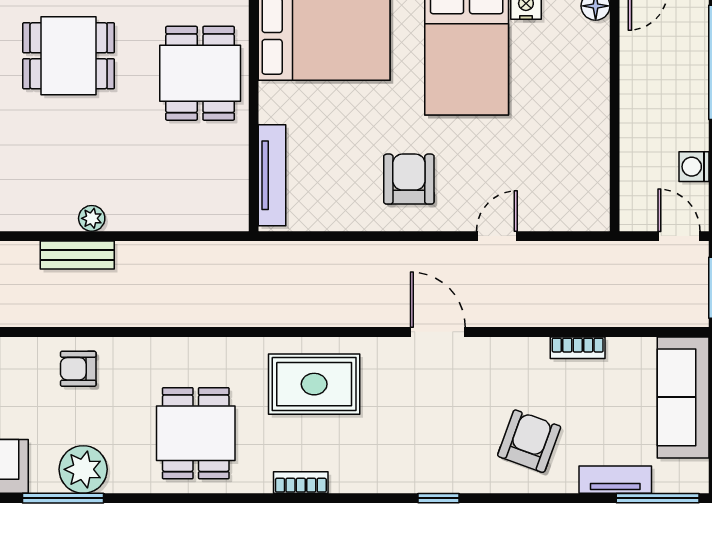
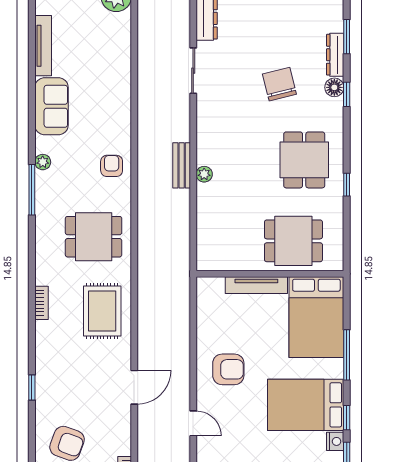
tv unit: (272, 175) -> (256, 285), moved
dining table: (196, 433) -> (94, 237), moved
plant: (83, 469) -> (43, 162), width x0.53, depth x0.53
window: (63, 498) -> (32, 190), moved

